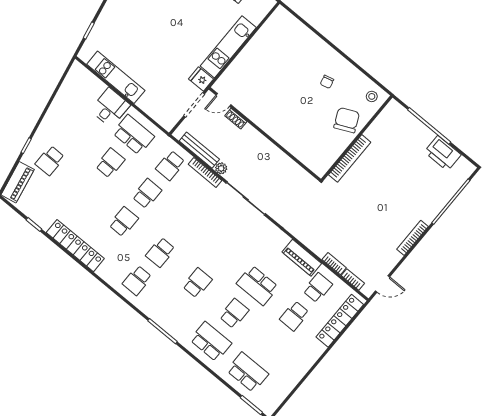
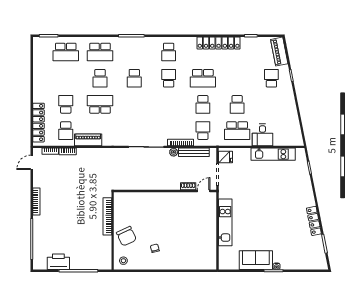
fridge: (201, 79) -> (225, 157), moved
school desk: (124, 222) -> (203, 78), width x1.85
school desk: (137, 280) -> (169, 52), turned 180

